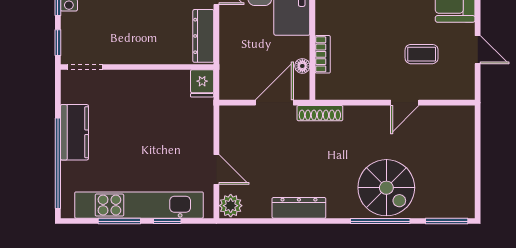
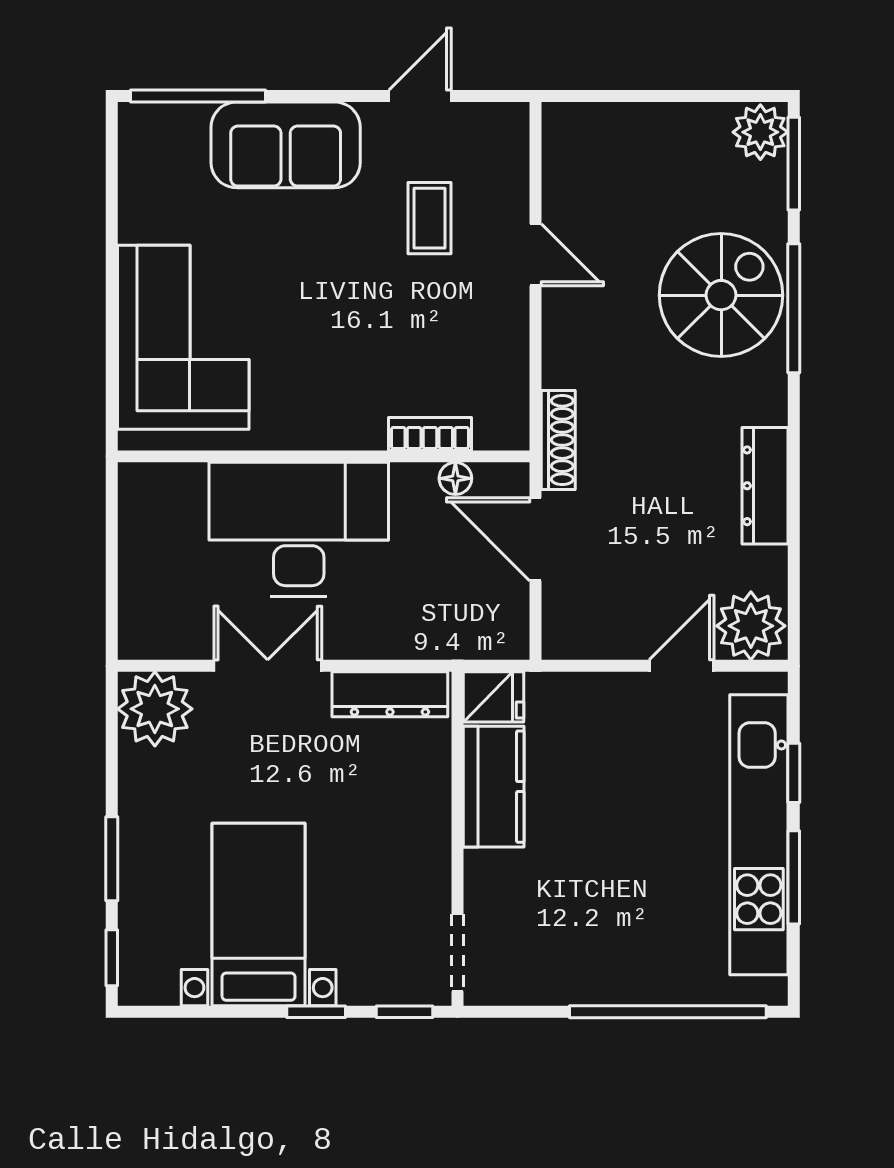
kitchen counter: (74, 132) -> (494, 787), moved, turned 90
plant: (231, 206) -> (751, 626), width x1.36, depth x1.36
plant: (461, 206) -> (760, 132), added

